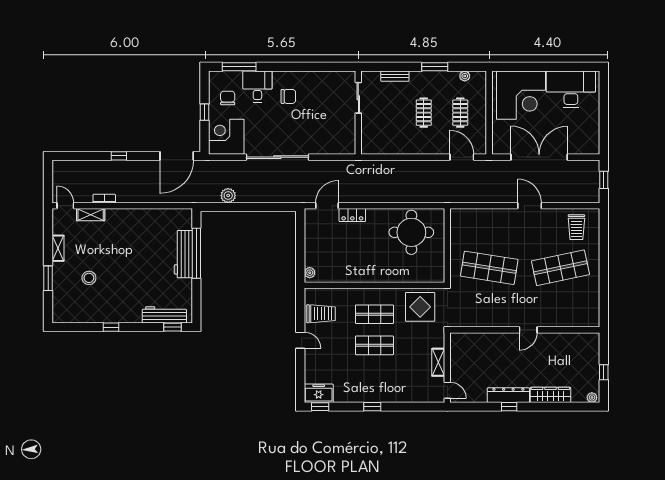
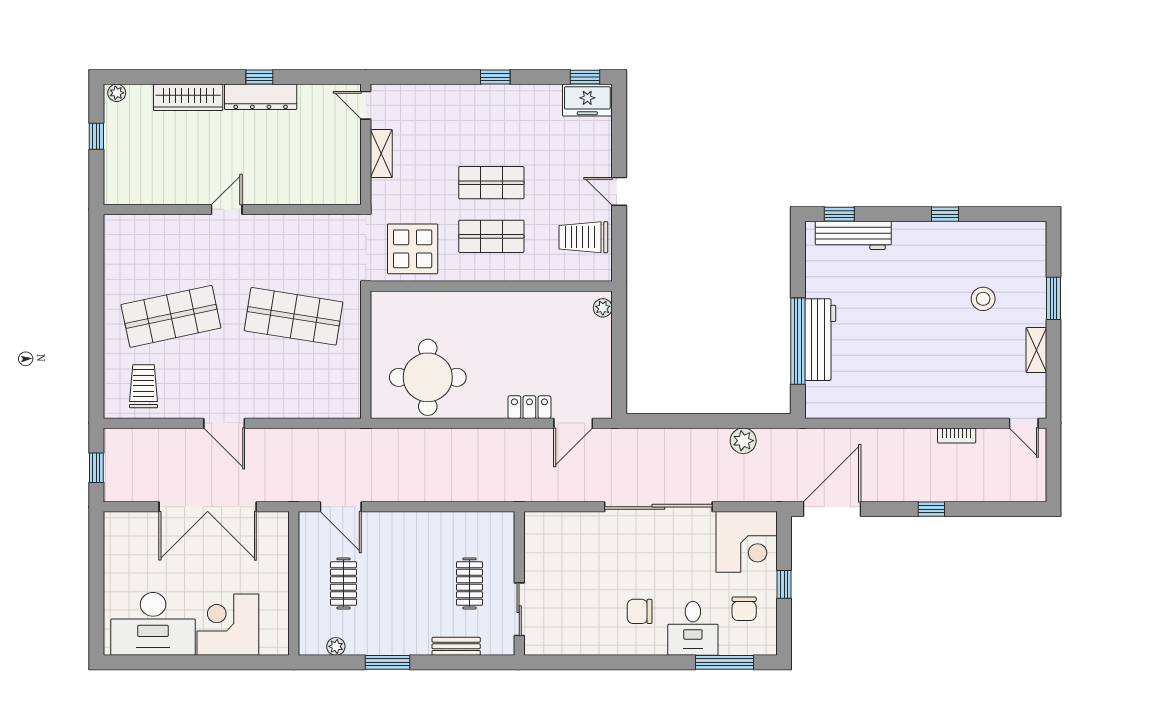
corner desk: (521, 95) -> (228, 625), width x0.74, depth x0.74
clothes rail: (424, 113) -> (470, 583), moved
shelving: (91, 215) -> (980, 408), removed

